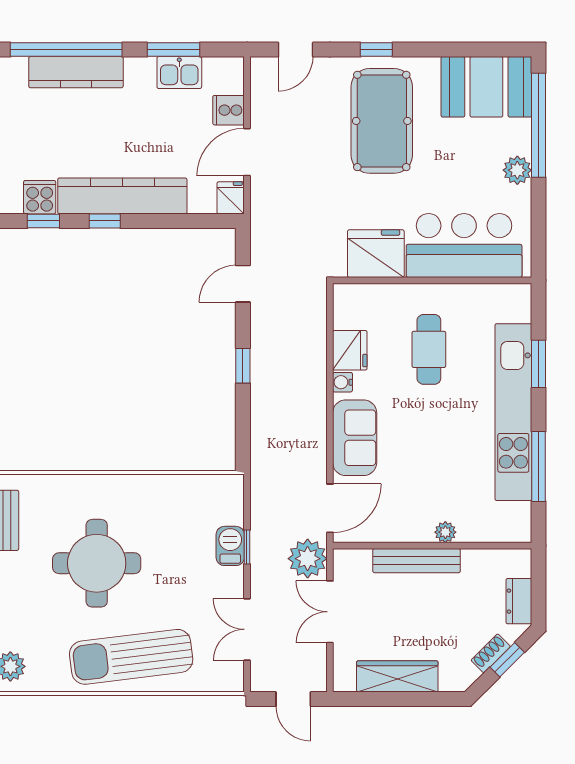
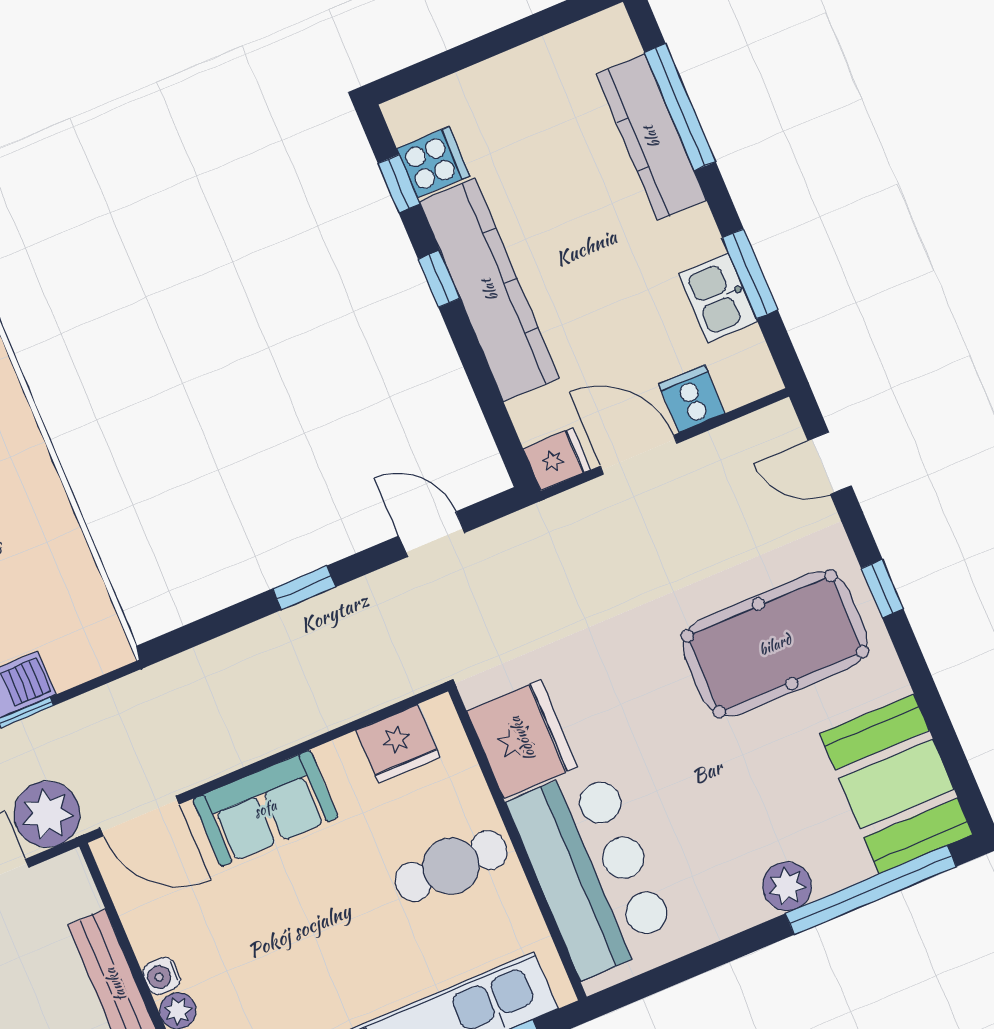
window: (66, 50) -> (680, 107), width x0.68
bar counter: (464, 245) -> (592, 871), moved
fridge: (376, 254) -> (522, 739), moved
wall: (432, 280) -> (517, 844), moved
water cooler: (343, 382) -> (162, 976), moved, turned -90

